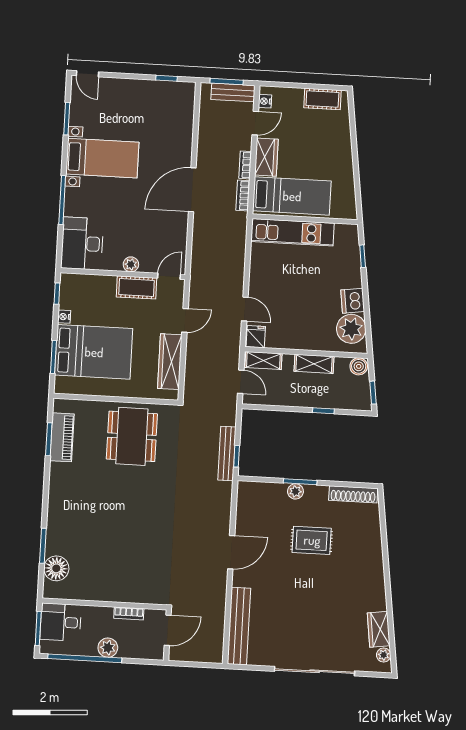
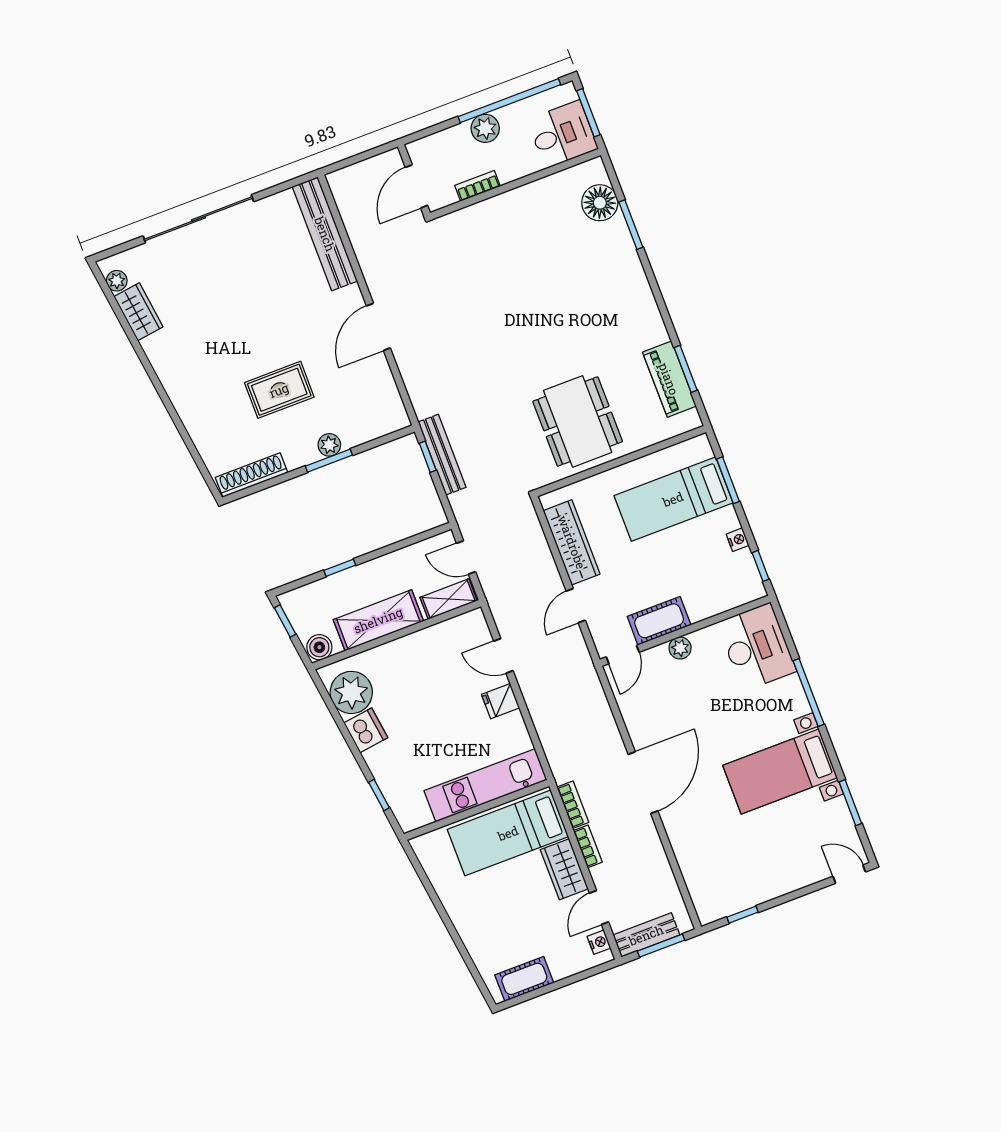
fridge: (256, 337) -> (500, 701), moved, turned 90
bed: (94, 352) -> (673, 499), width x0.67
shelving: (314, 364) -> (378, 620), width x1.50, depth x1.33

